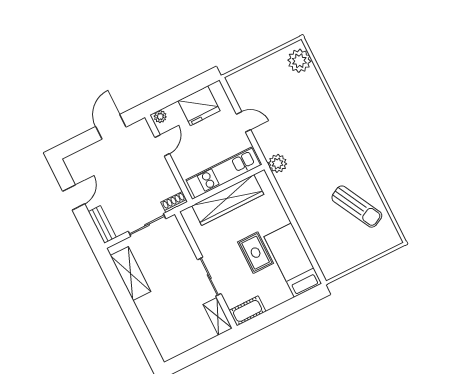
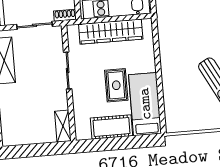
plant: (278, 163) -> (165, 18), removed
sliding door: (209, 277) -> (68, 70), moved
cot: (248, 311) -> (111, 127), moved, width x1.37, depth x1.34

